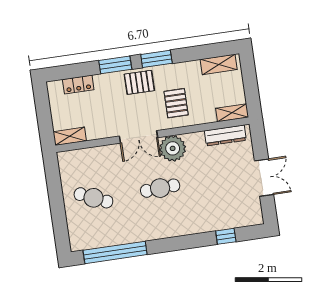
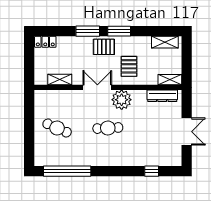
locker: (78, 85) -> (45, 42), moved
shelving: (70, 136) -> (60, 80), moved
double door: (138, 137) -> (97, 87), swing flipped

